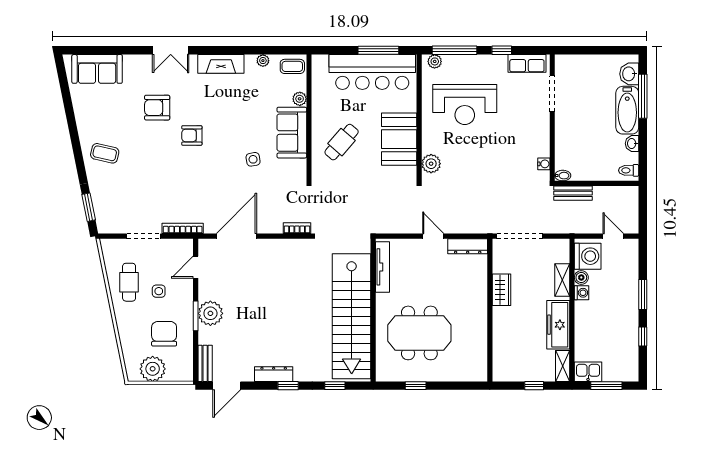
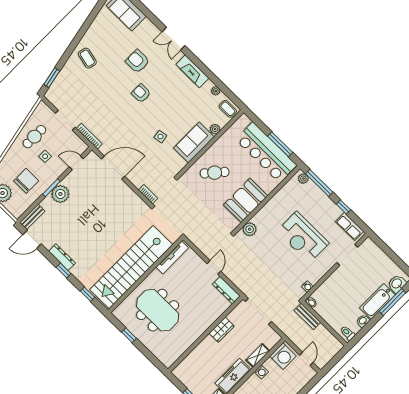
reception desk: (465, 105) -> (303, 237), moved
boiler: (581, 277) -> (269, 364), removed

